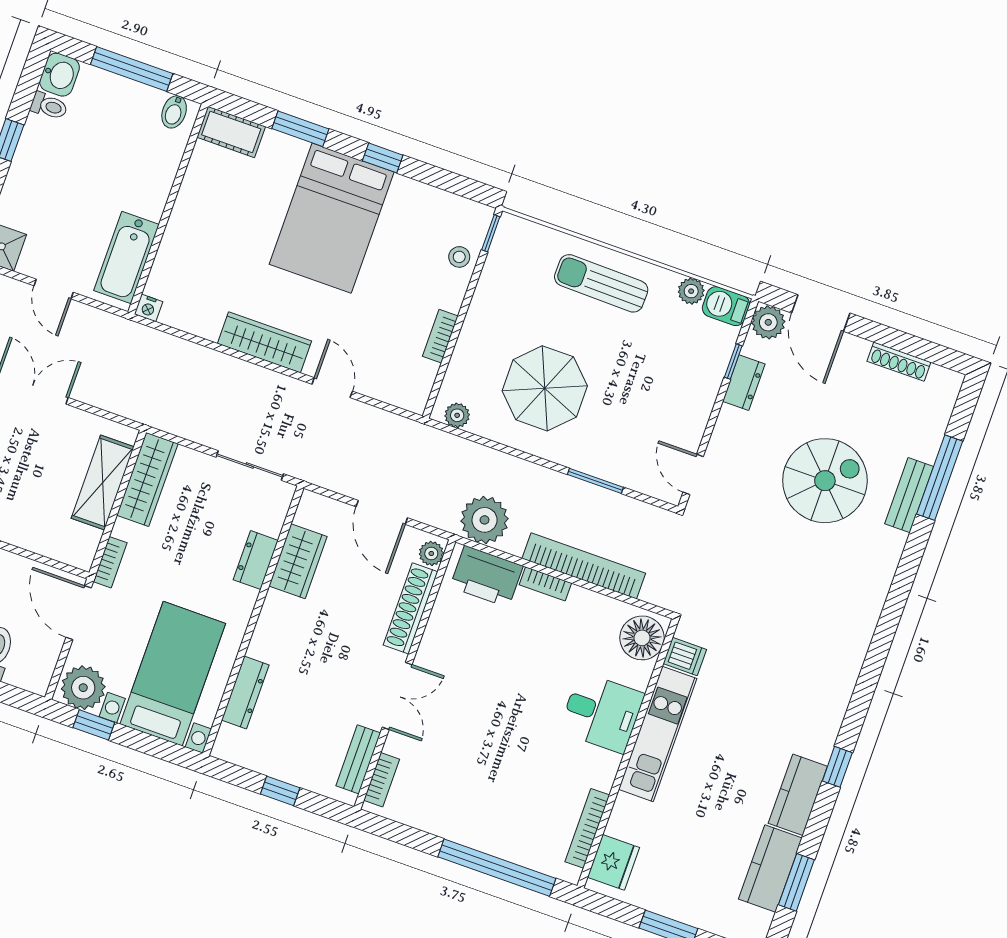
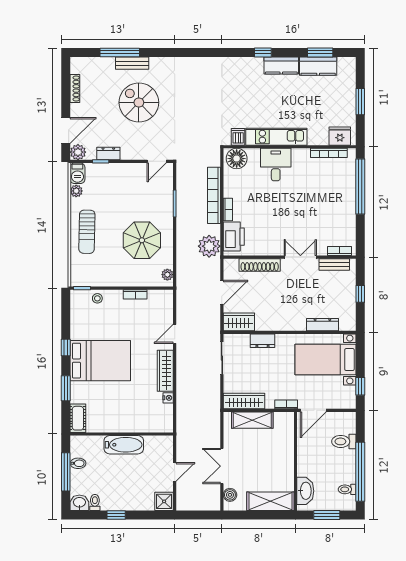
bidet: (174, 112) -> (78, 463), moved
bathtub: (126, 258) -> (124, 445), moved
nightstand: (148, 308) -> (168, 398), moved
plant: (431, 553) -> (232, 264), removed
wardrobe: (298, 561) -> (239, 322), moved
plant: (83, 688) -> (346, 397), removed

